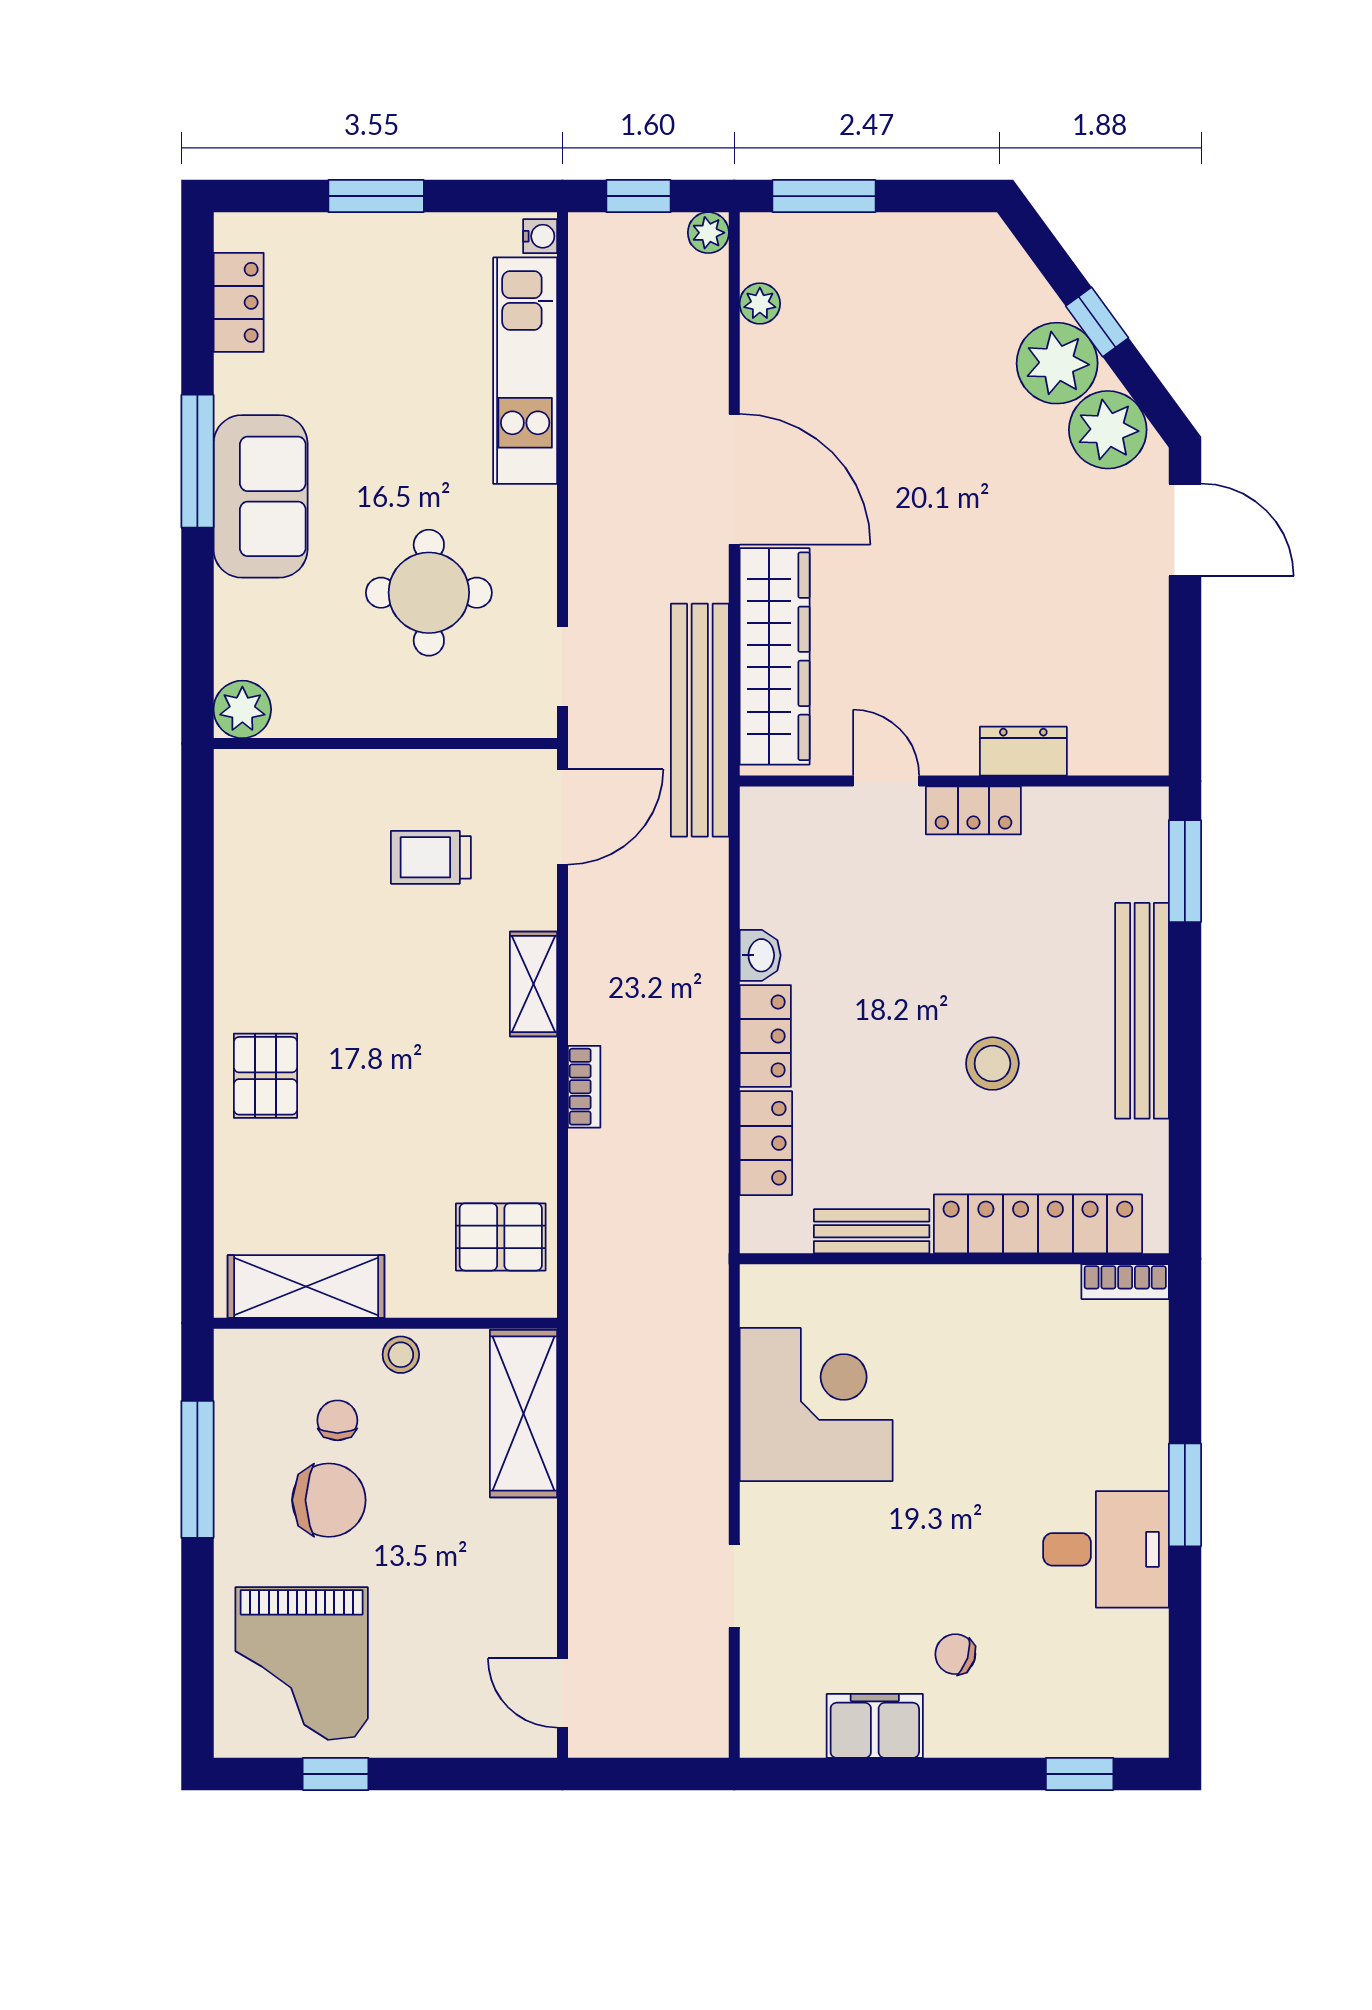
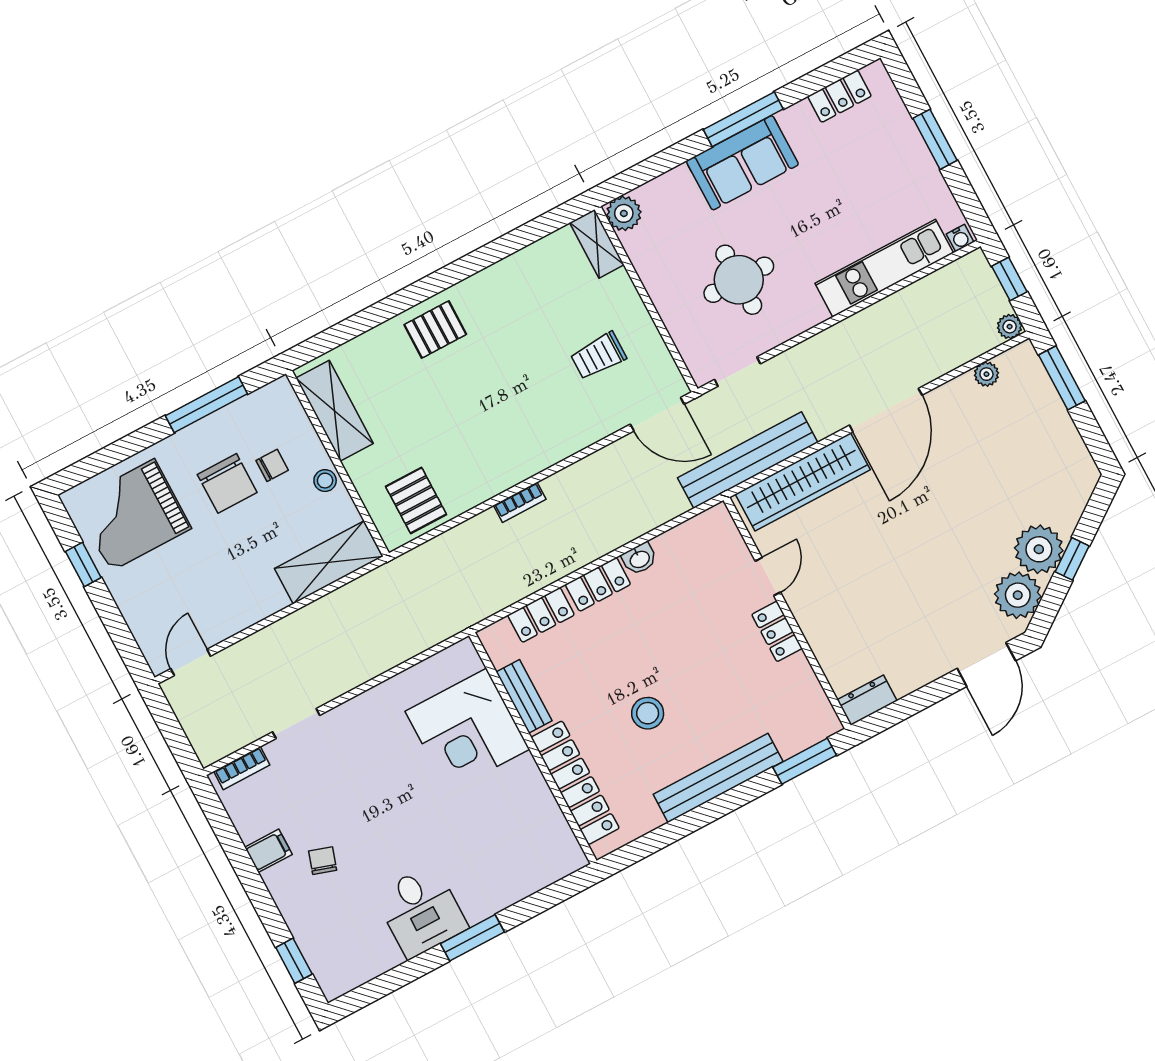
dresser: (1023, 751) -> (867, 700), moved, turned -90
trolley: (431, 857) -> (598, 356), turned -90
shelving: (534, 984) -> (597, 244), moved, turned 90
bookcase: (1125, 1282) -> (242, 768), moved, turned -90
corner desk: (816, 1405) -> (467, 730), moved, turned 90
filing cabinet: (875, 1726) -> (268, 851), width x0.50

